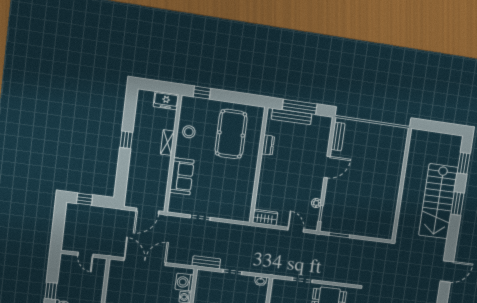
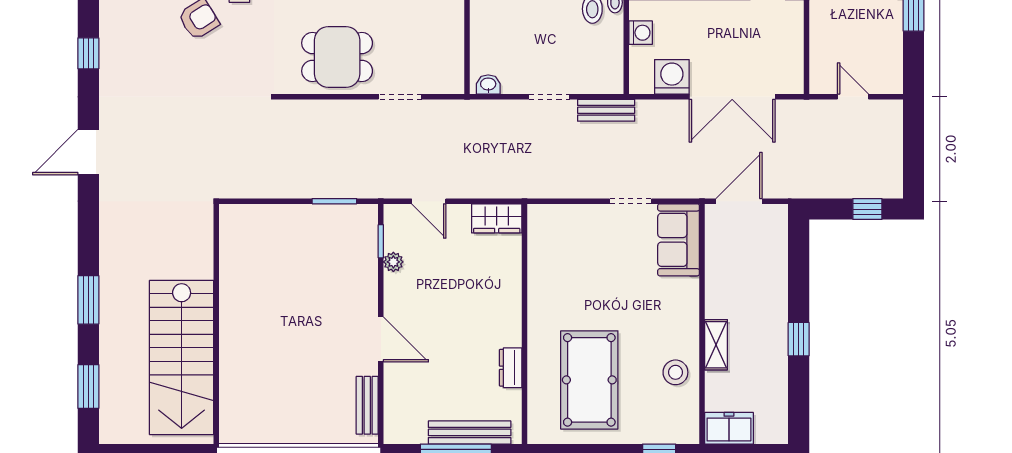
door: (327, 167) -> (381, 339), swing flipped
sofa: (182, 176) -> (679, 240), moved
stairs: (438, 201) -> (182, 357), moved, turned 180
washing machine: (184, 282) -> (672, 77), moved, turned -90

